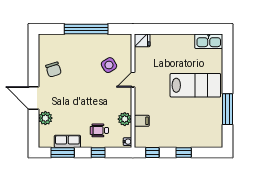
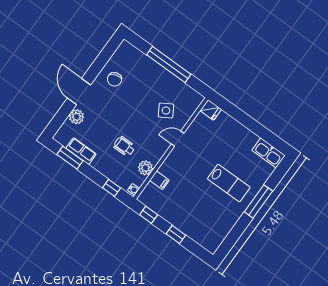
lab bench: (195, 85) -> (229, 183), width x0.73, depth x0.72
window: (228, 109) -> (258, 201), moved
wheelchair: (99, 130) -> (124, 146), moved
window: (98, 152) -> (112, 188), moved

